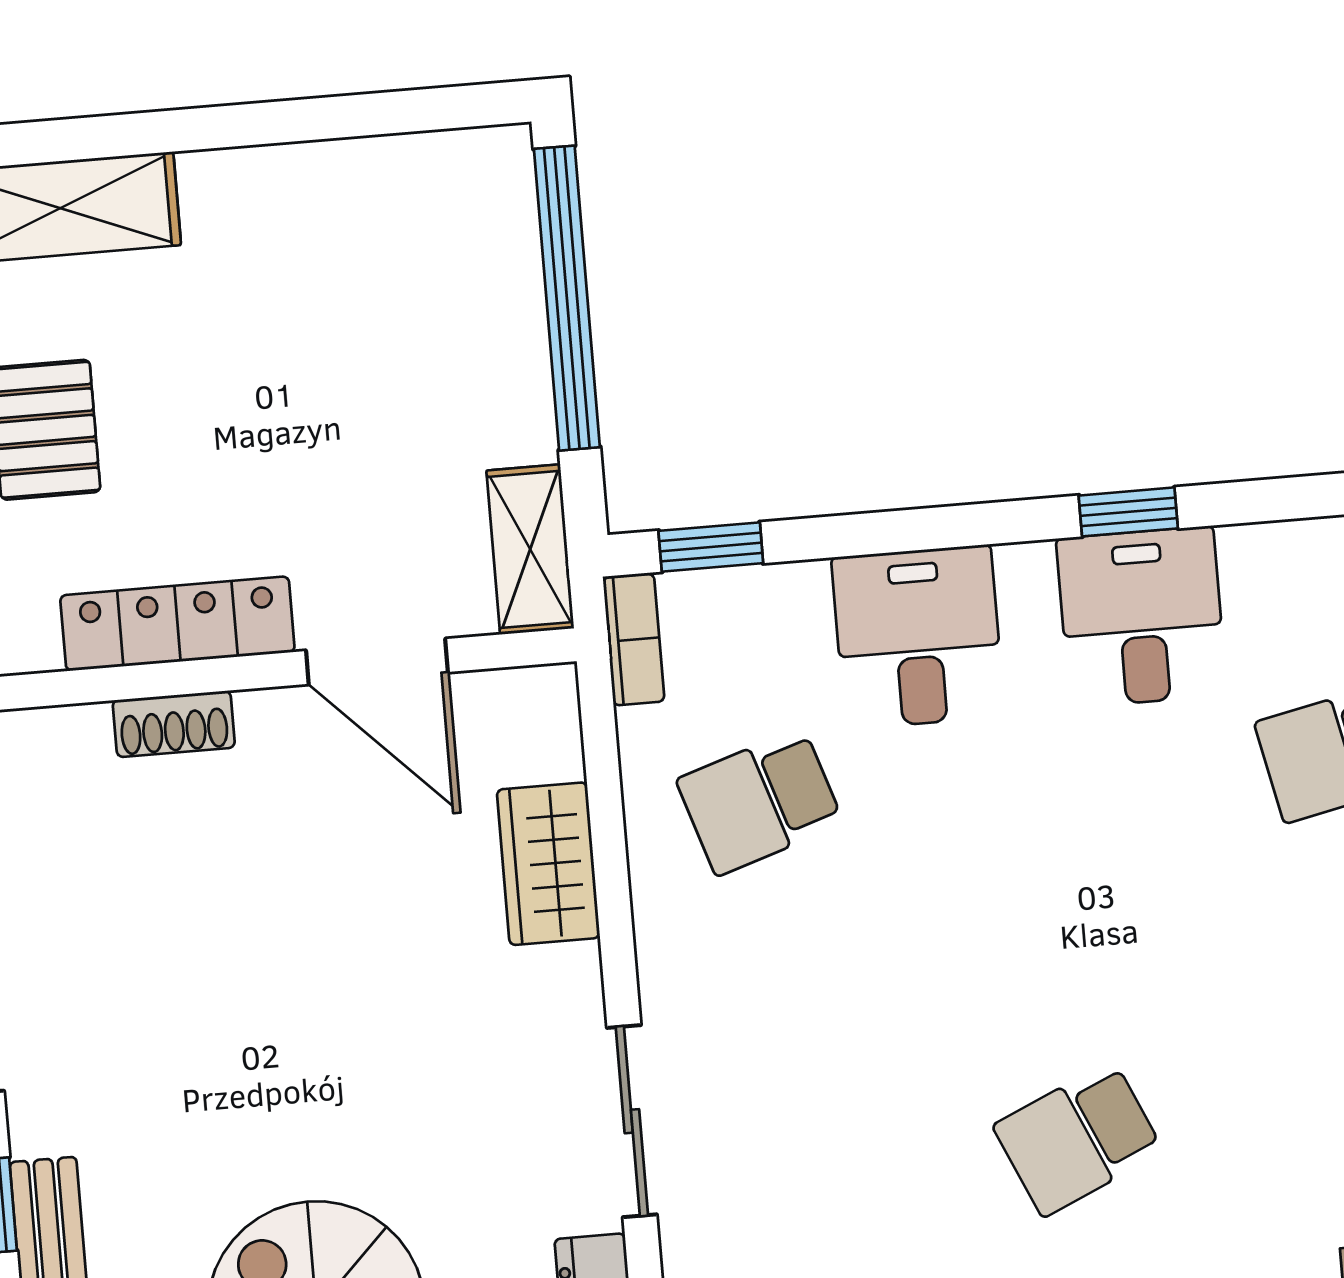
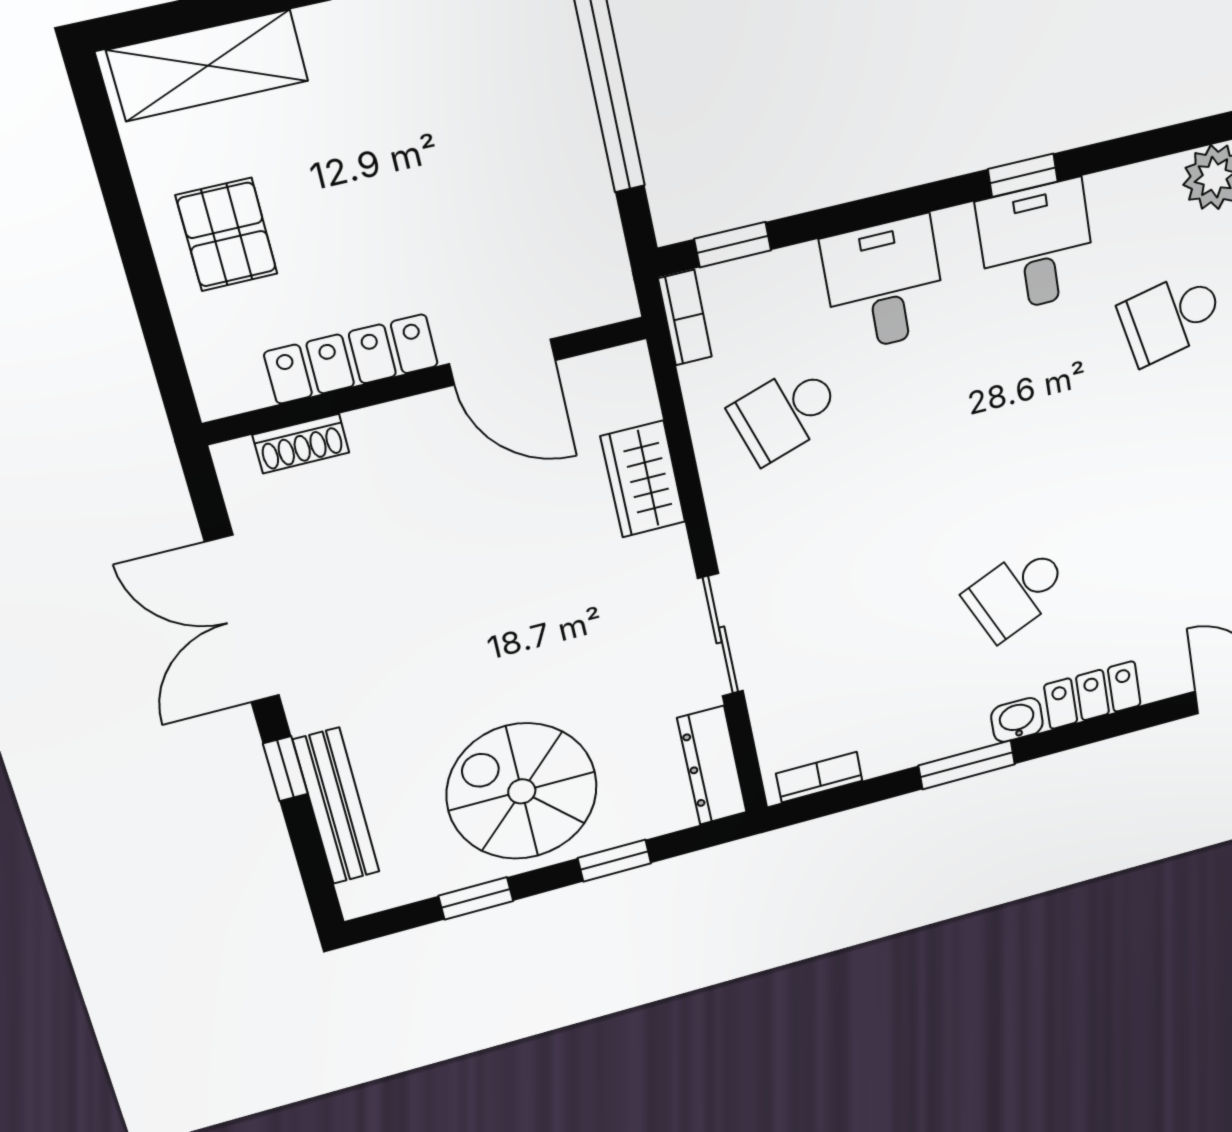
shelving: (530, 549) -> (603, 266), removed
shoe rack: (174, 724) -> (301, 444), moved

